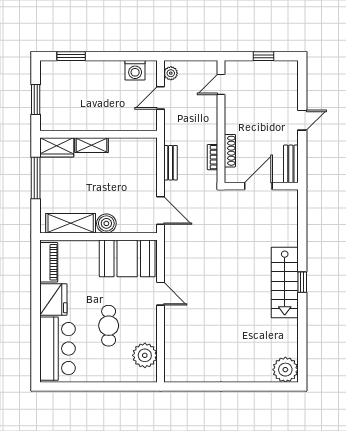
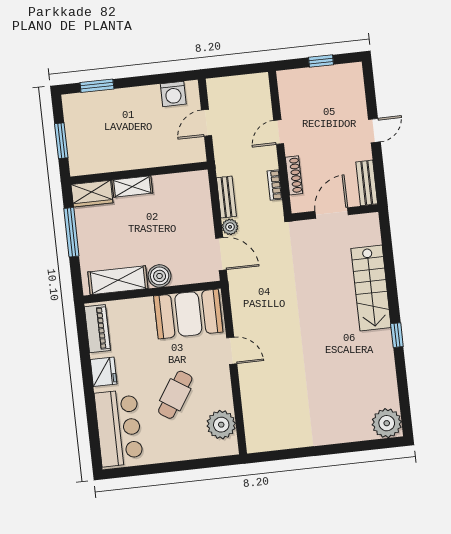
plant: (171, 73) -> (230, 227), moved
door: (221, 84) -> (279, 132), moved
window: (302, 282) -> (397, 335), moved
stairs: (285, 283) -> (371, 288), moved
fridge: (53, 299) -> (104, 372), width x0.73, depth x0.75
cafe table: (109, 326) -> (175, 395), turned 33

